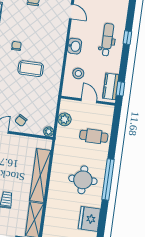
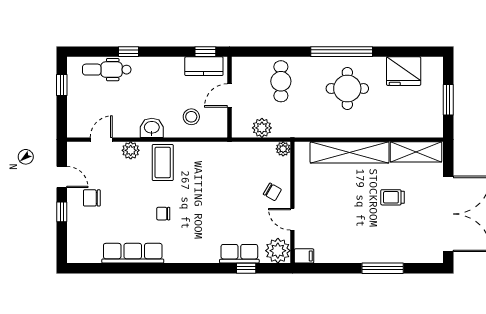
plant: (61, 30) -> (131, 150), added
dental chair: (107, 40) -> (107, 70), moved
coffee table: (31, 69) -> (163, 162), moved

